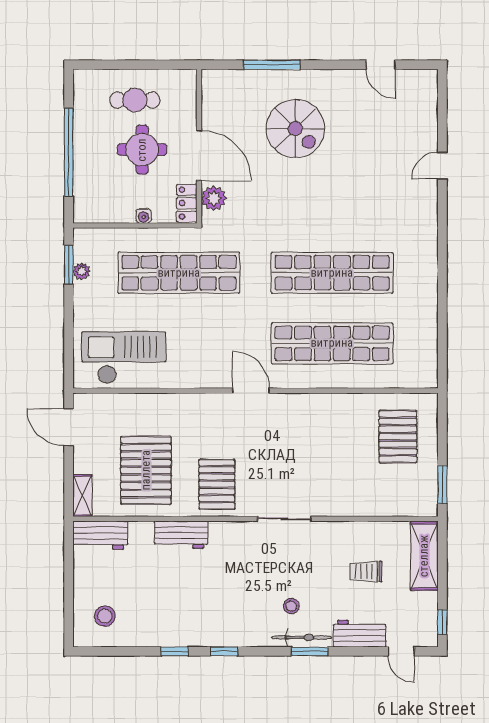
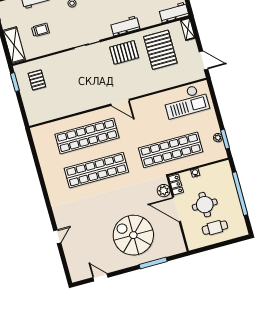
spiral stairs: (295, 129) -> (133, 235), width x1.37, depth x1.37
pallet: (398, 437) -> (37, 80), moved, width x0.67, depth x0.71
pallet: (217, 484) -> (124, 52), turned 90
workbench: (181, 535) -> (125, 26), moved

